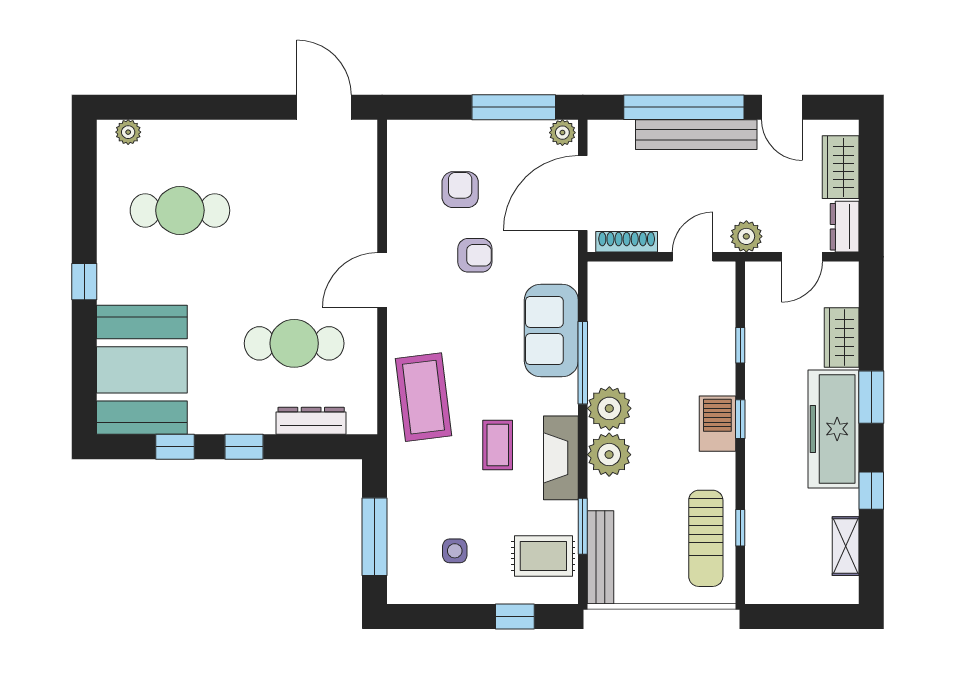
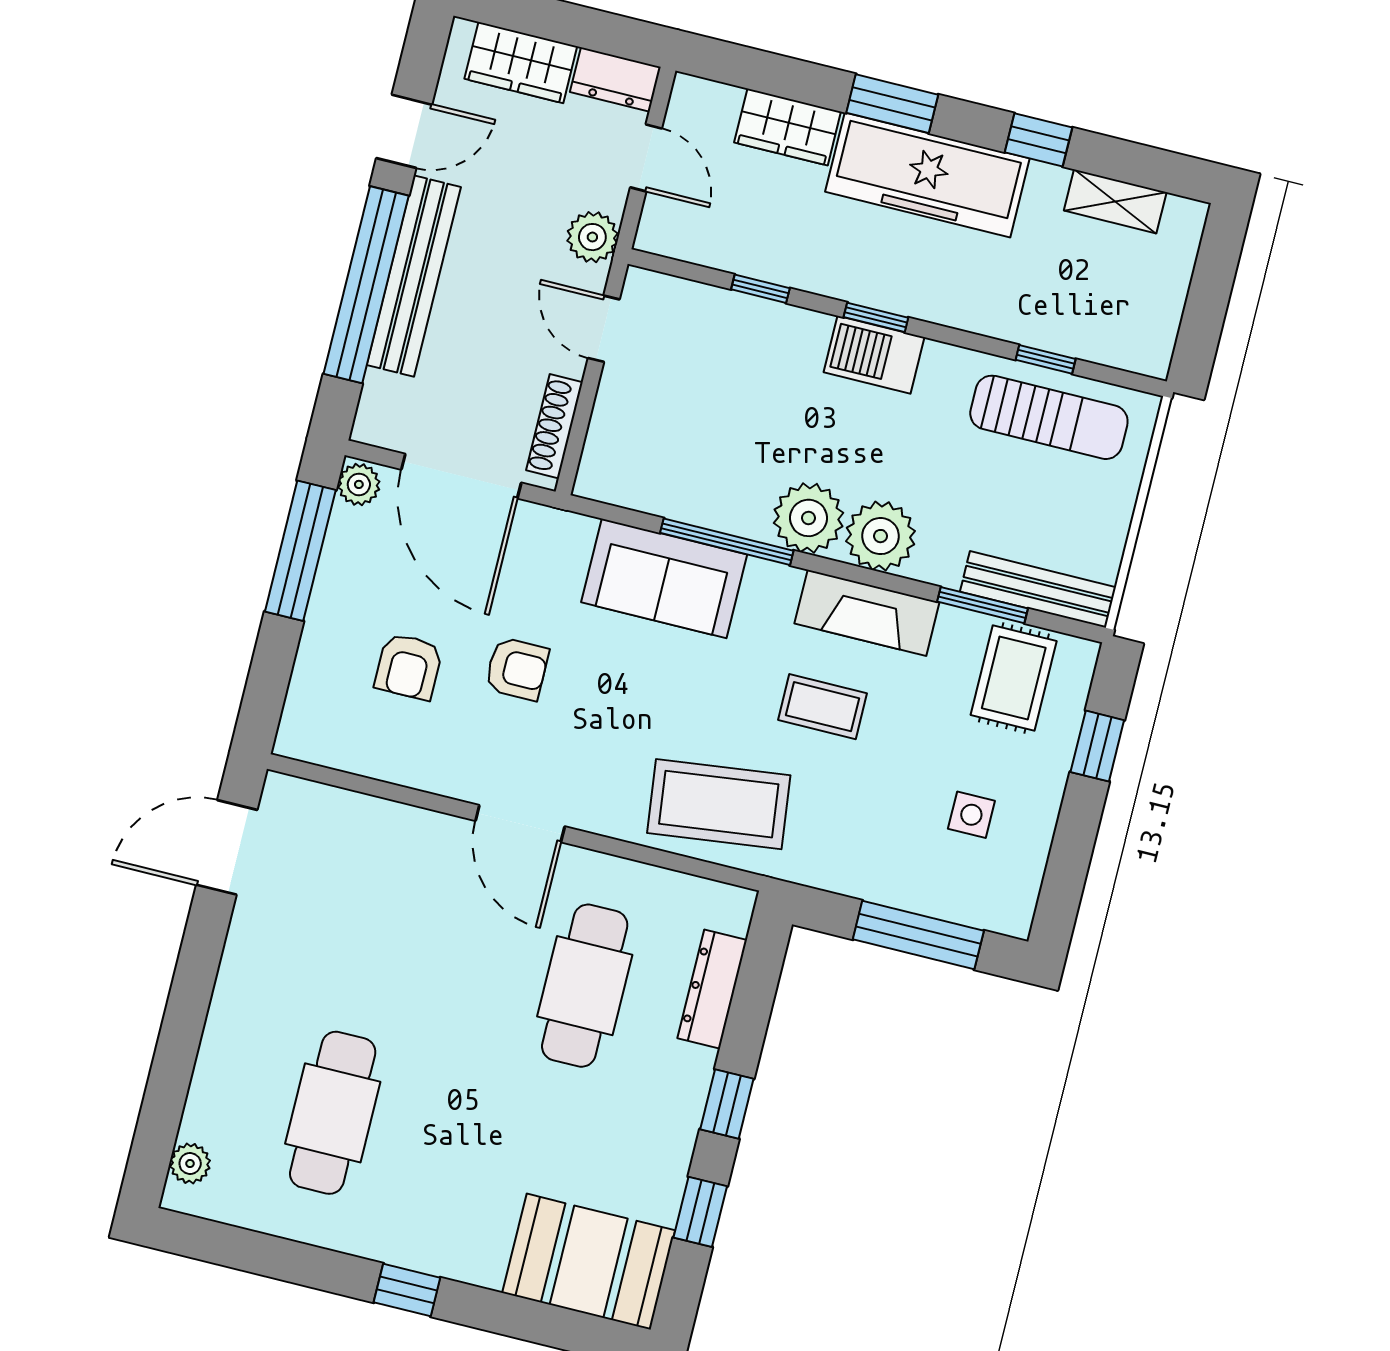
armchair: (460, 190) -> (409, 666), turned -90
armchair: (475, 255) -> (517, 669), turned 90
booth: (142, 370) -> (589, 1262), width x0.73, depth x0.70

